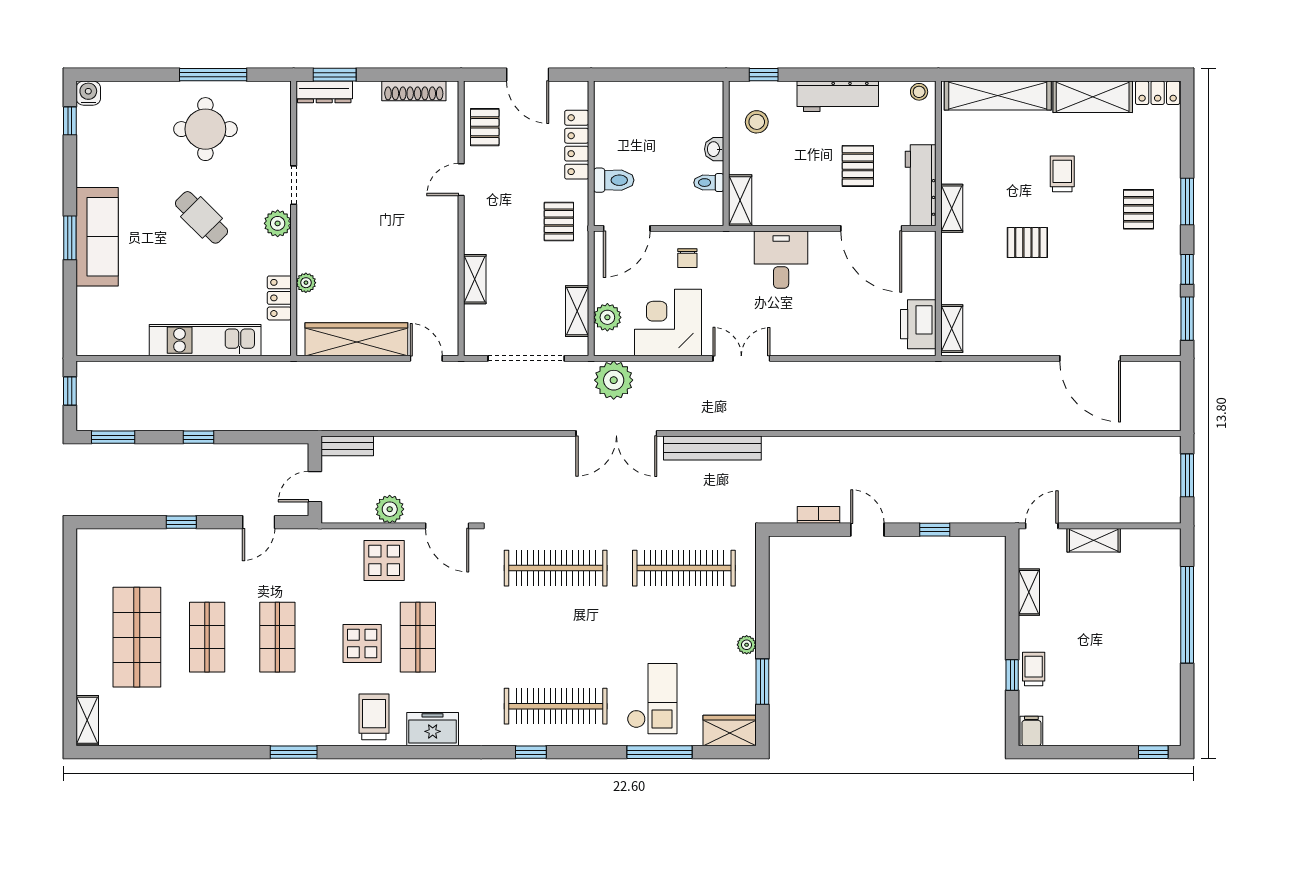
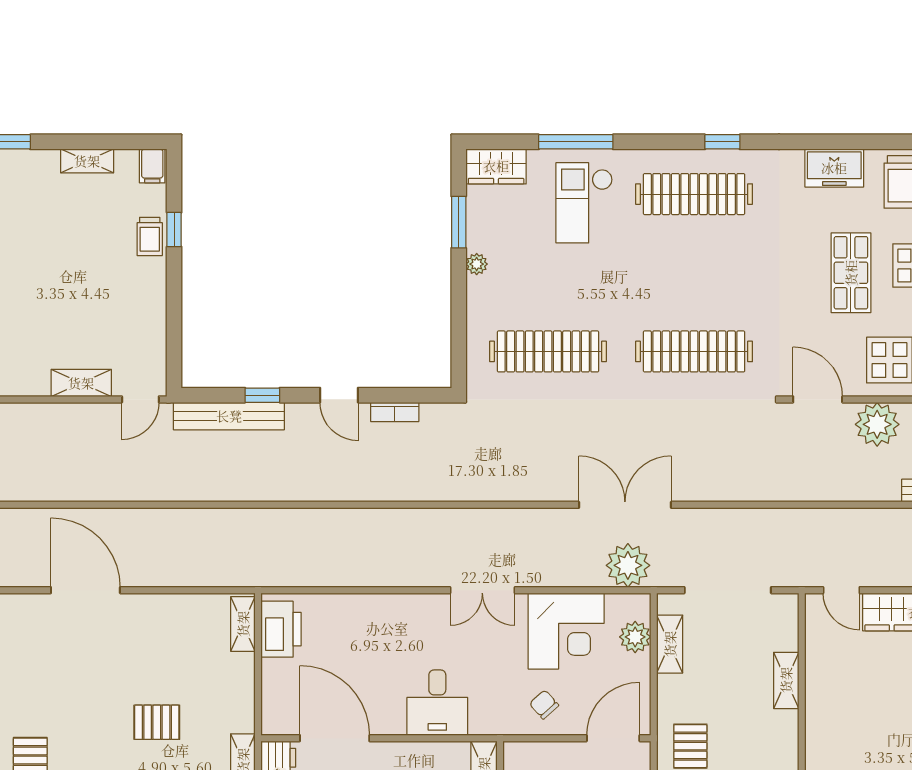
chair: (687, 258) -> (544, 705), turned -42
bench: (712, 448) -> (229, 416), moved
plant: (390, 509) -> (877, 424), width x1.36, depth x1.36
shelving: (1029, 592) -> (87, 161), moved, turned 90

